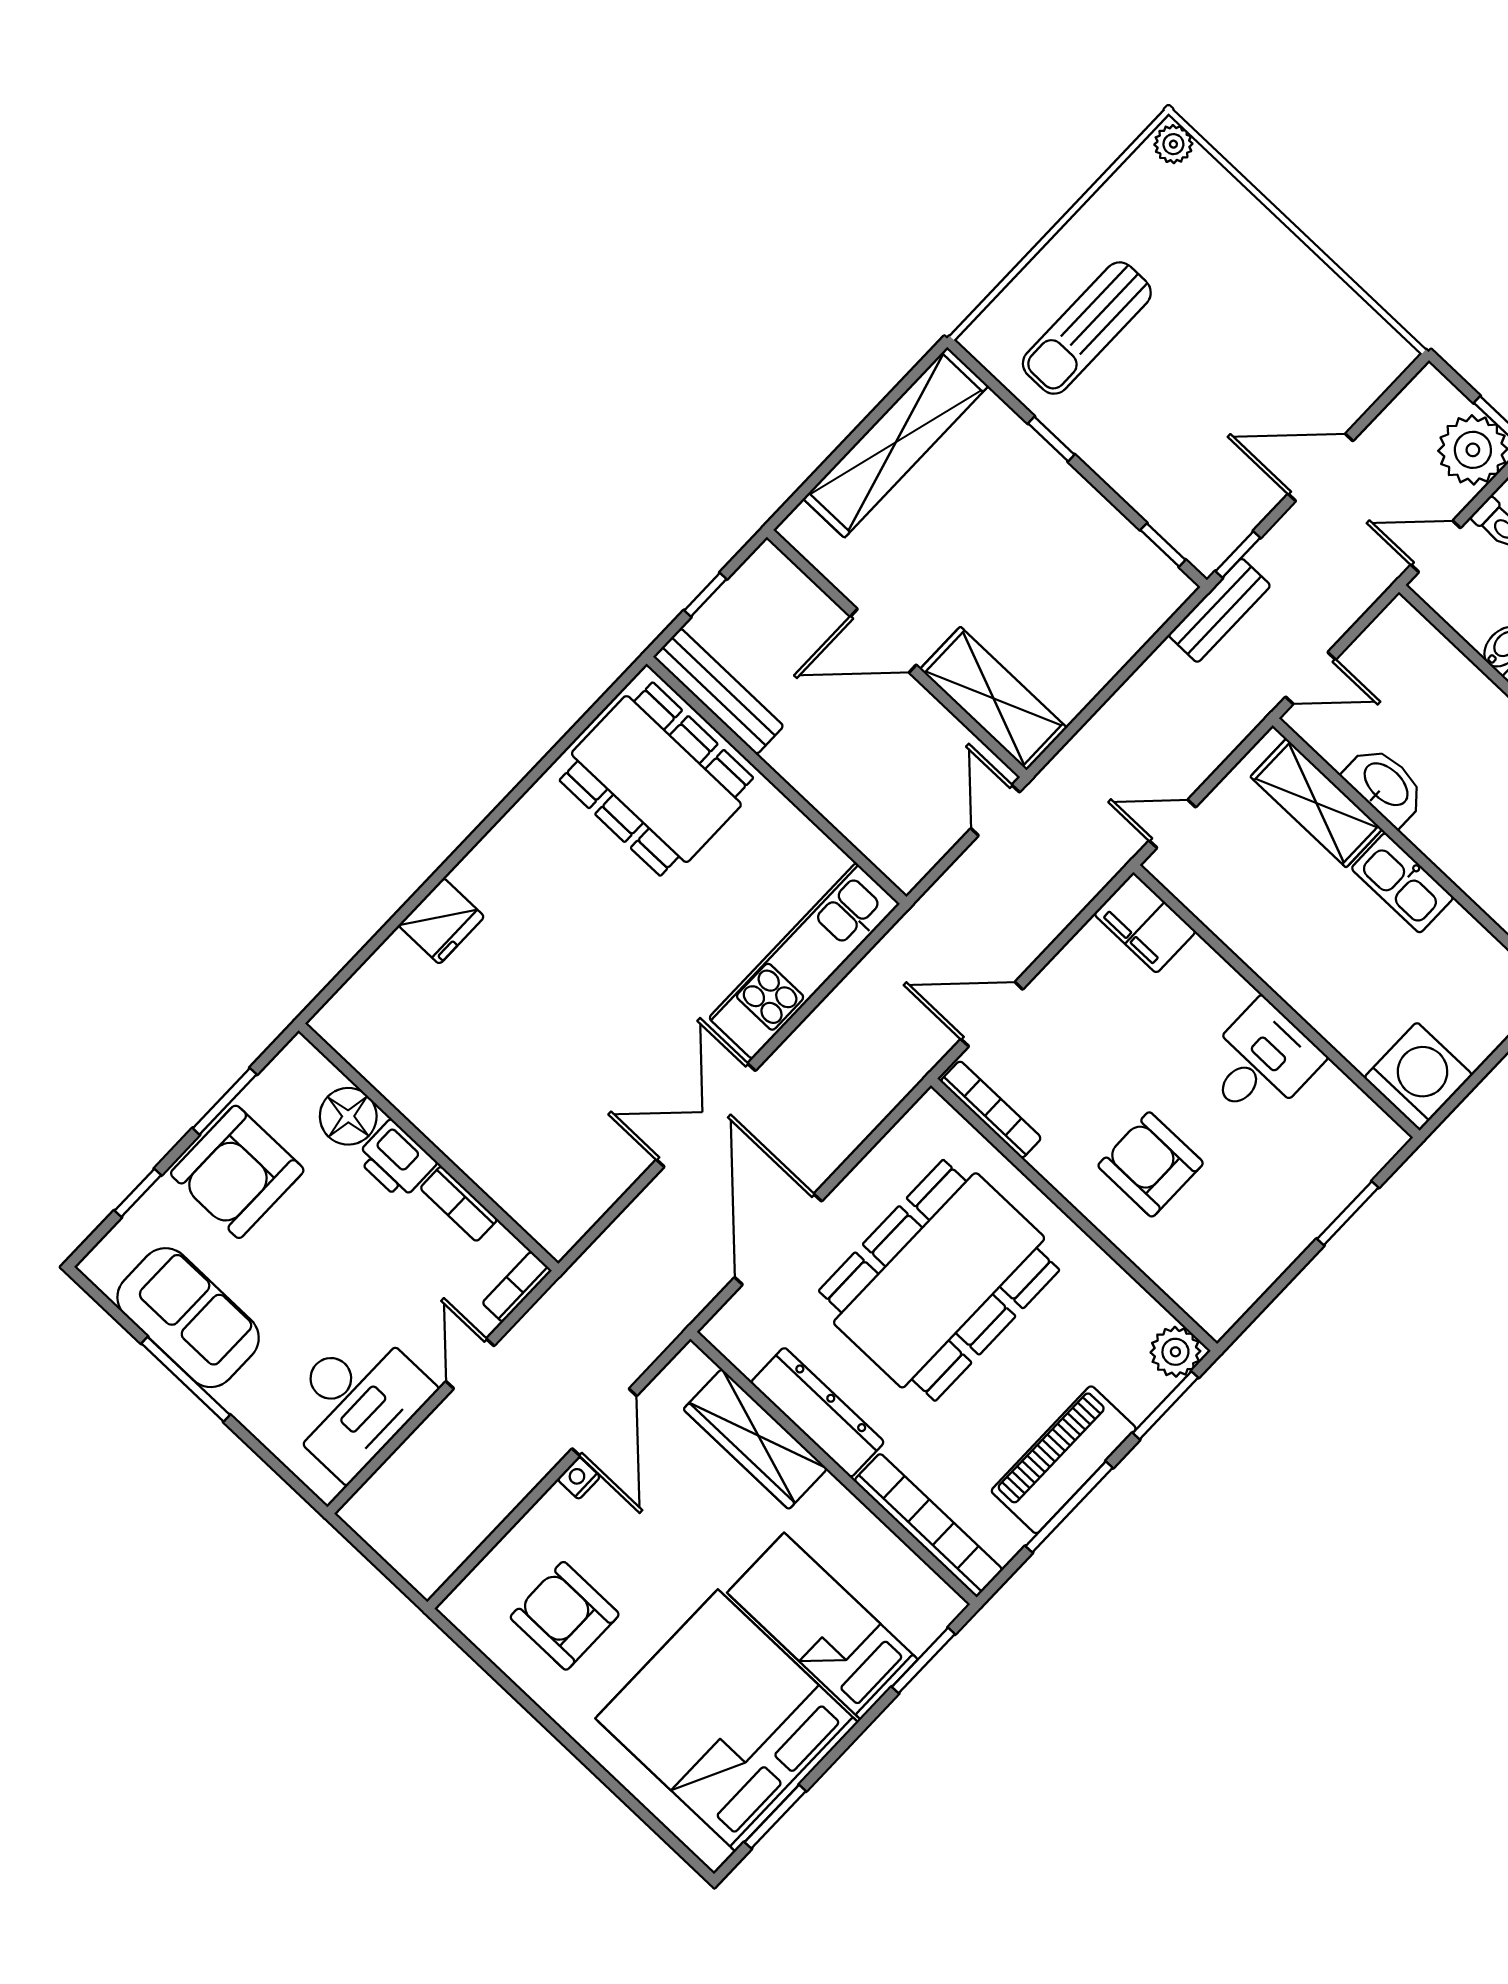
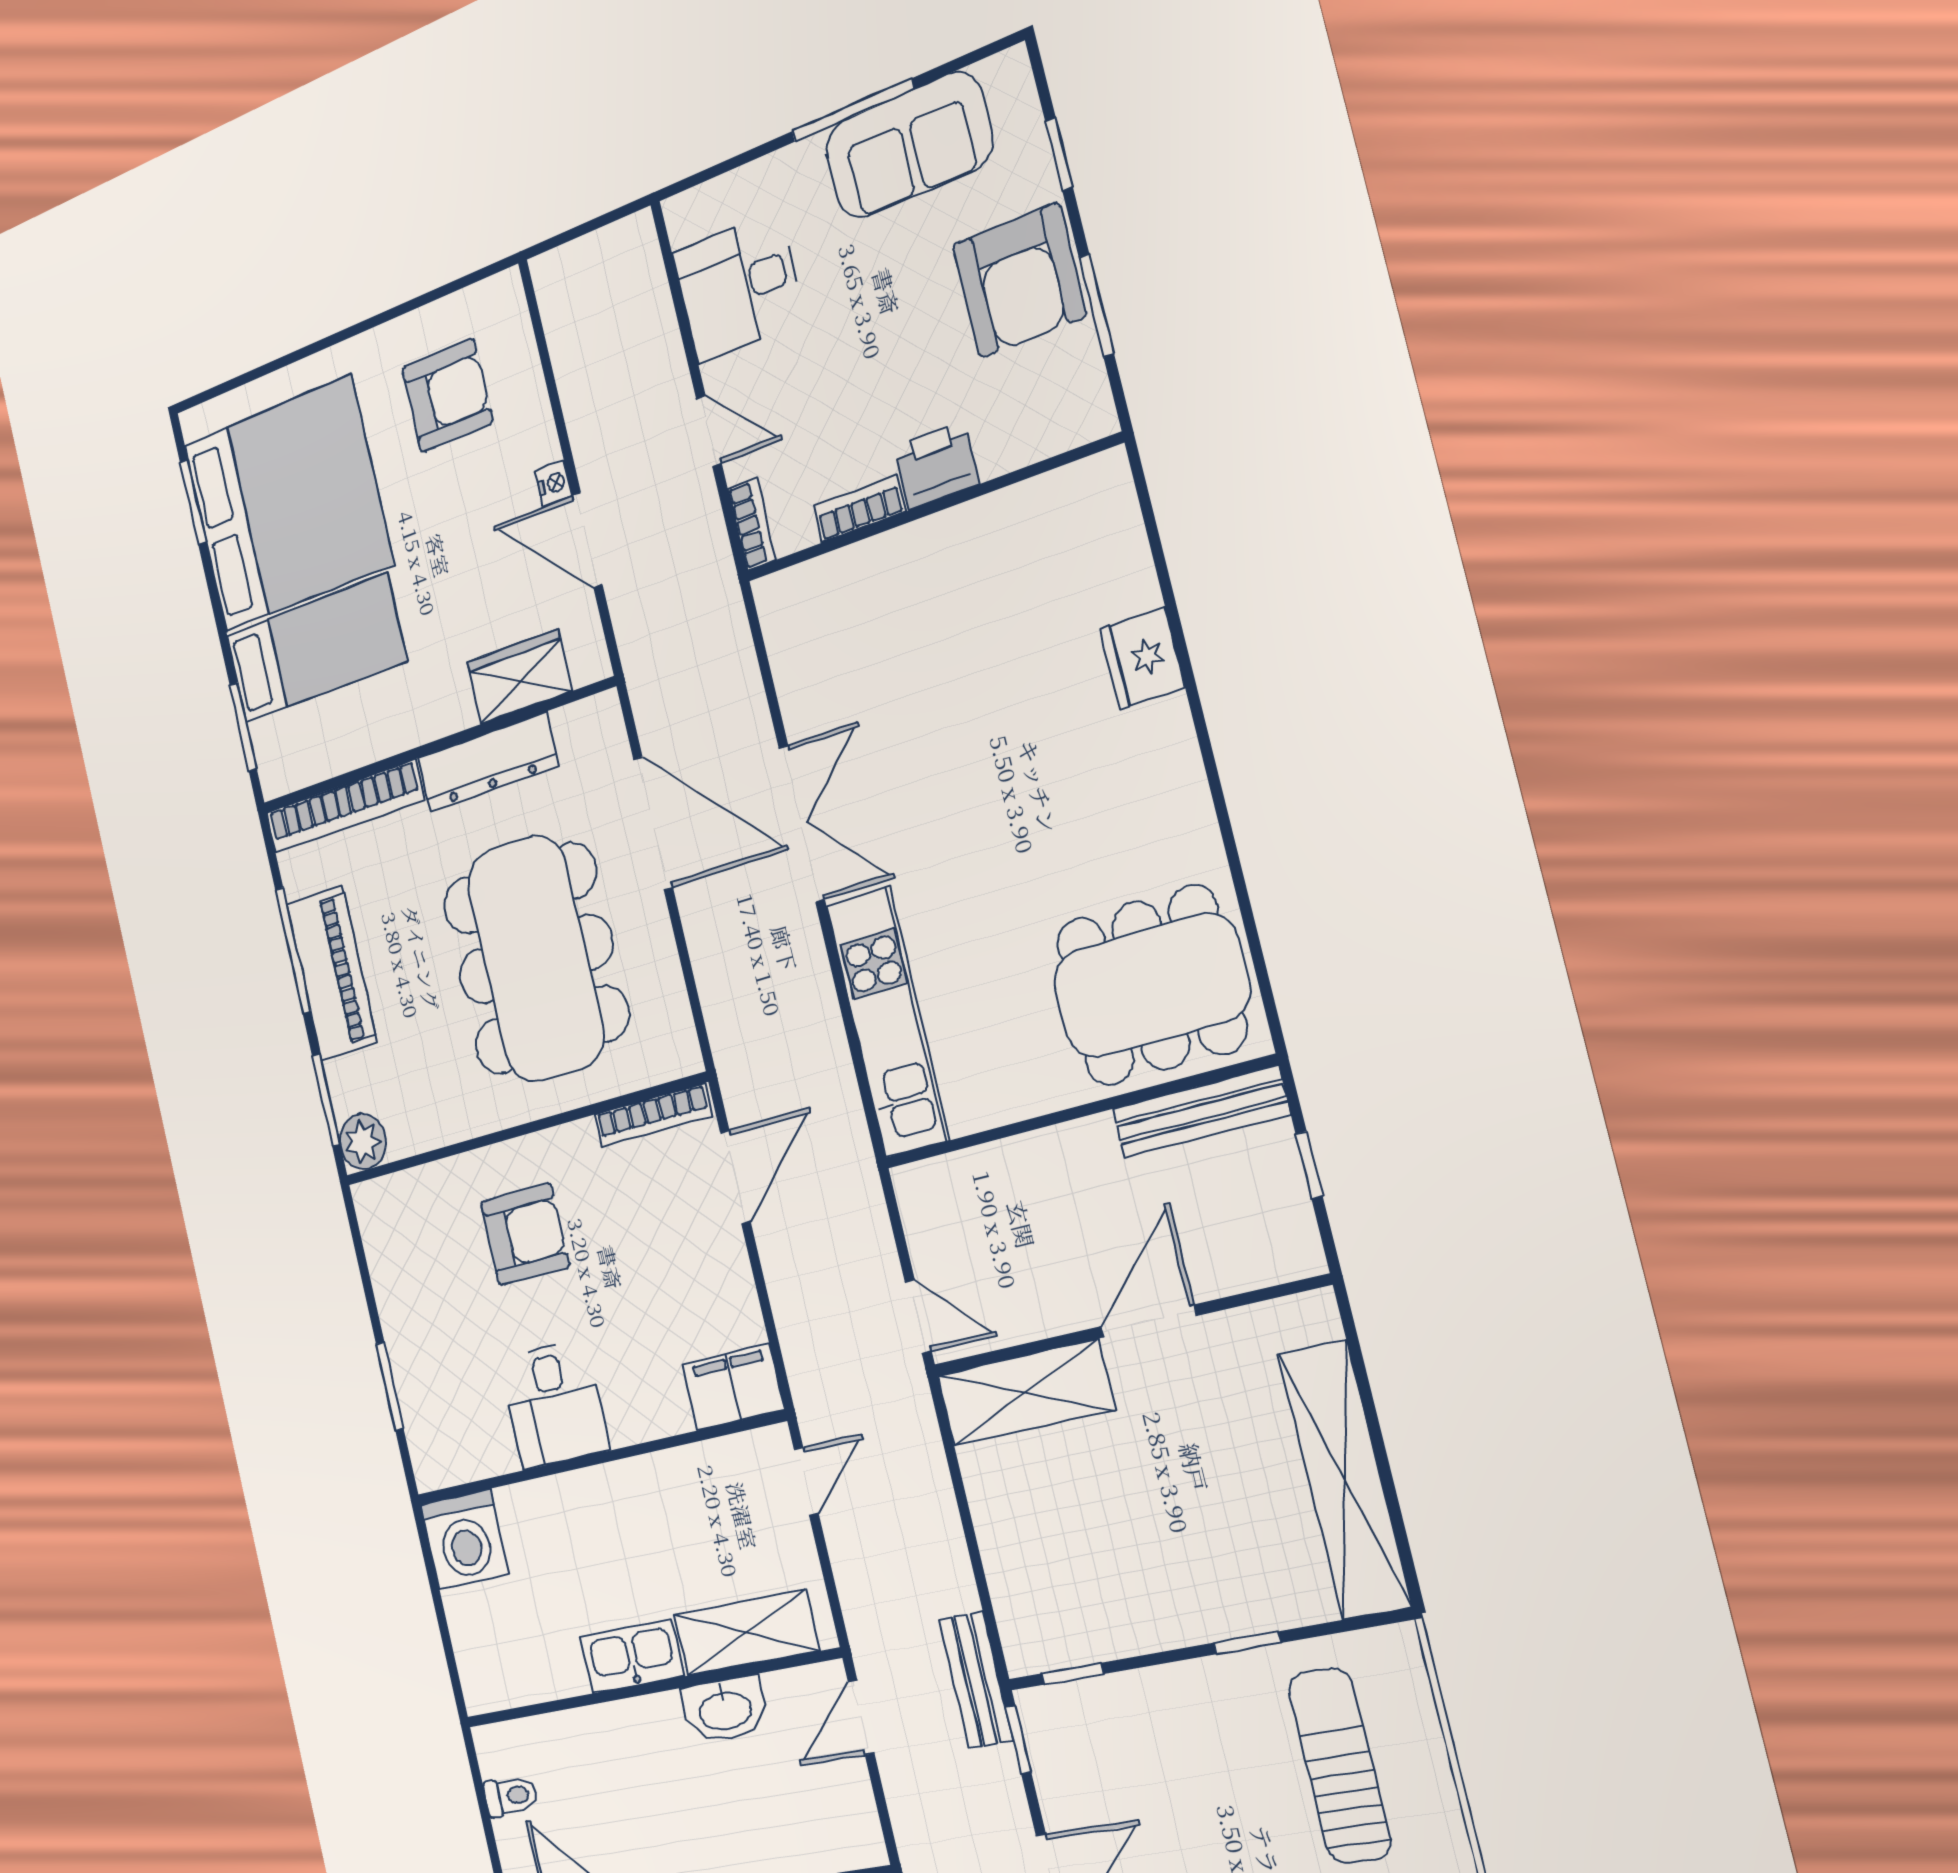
floor lamp: (348, 1116) -> (1007, 437), removed
armchair: (237, 1172) -> (1019, 280), turned 180
desk: (355, 1401) -> (738, 287), width x0.73
wardrobe: (755, 1439) -> (520, 676), width x0.67

